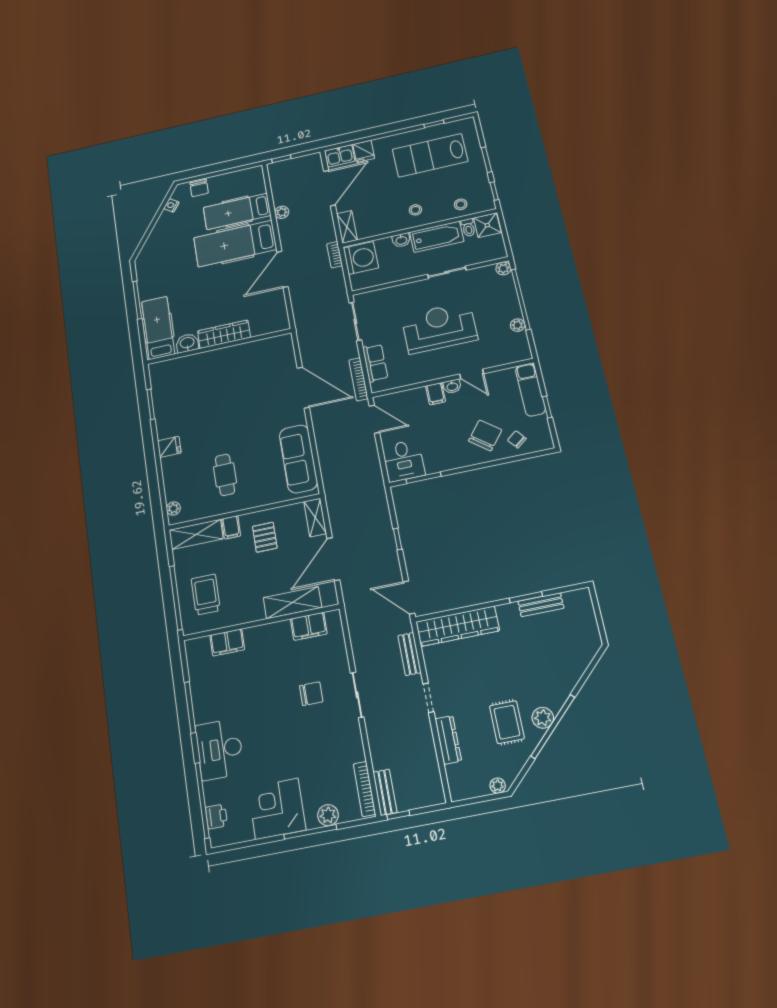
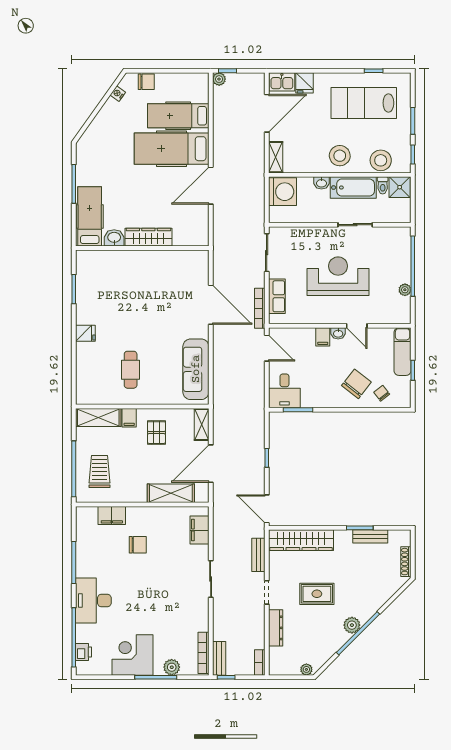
chair: (199, 188) -> (146, 82), turned -90
stool: (461, 204) -> (381, 160), width x1.89, depth x1.89
stool: (415, 210) -> (340, 156), width x1.89, depth x1.89
plant: (282, 212) -> (219, 79), moved
bookcase: (335, 255) -> (260, 662), moved
plant: (503, 268) -> (404, 233), removed
plant: (173, 508) -> (82, 390), removed
filing cabinet: (309, 626) -> (199, 530), moved, turned 90
shoe rack: (592, 626) -> (406, 562), added
chair: (311, 694) -> (138, 545), moved
rug: (507, 722) -> (317, 594), moved, turned 90

